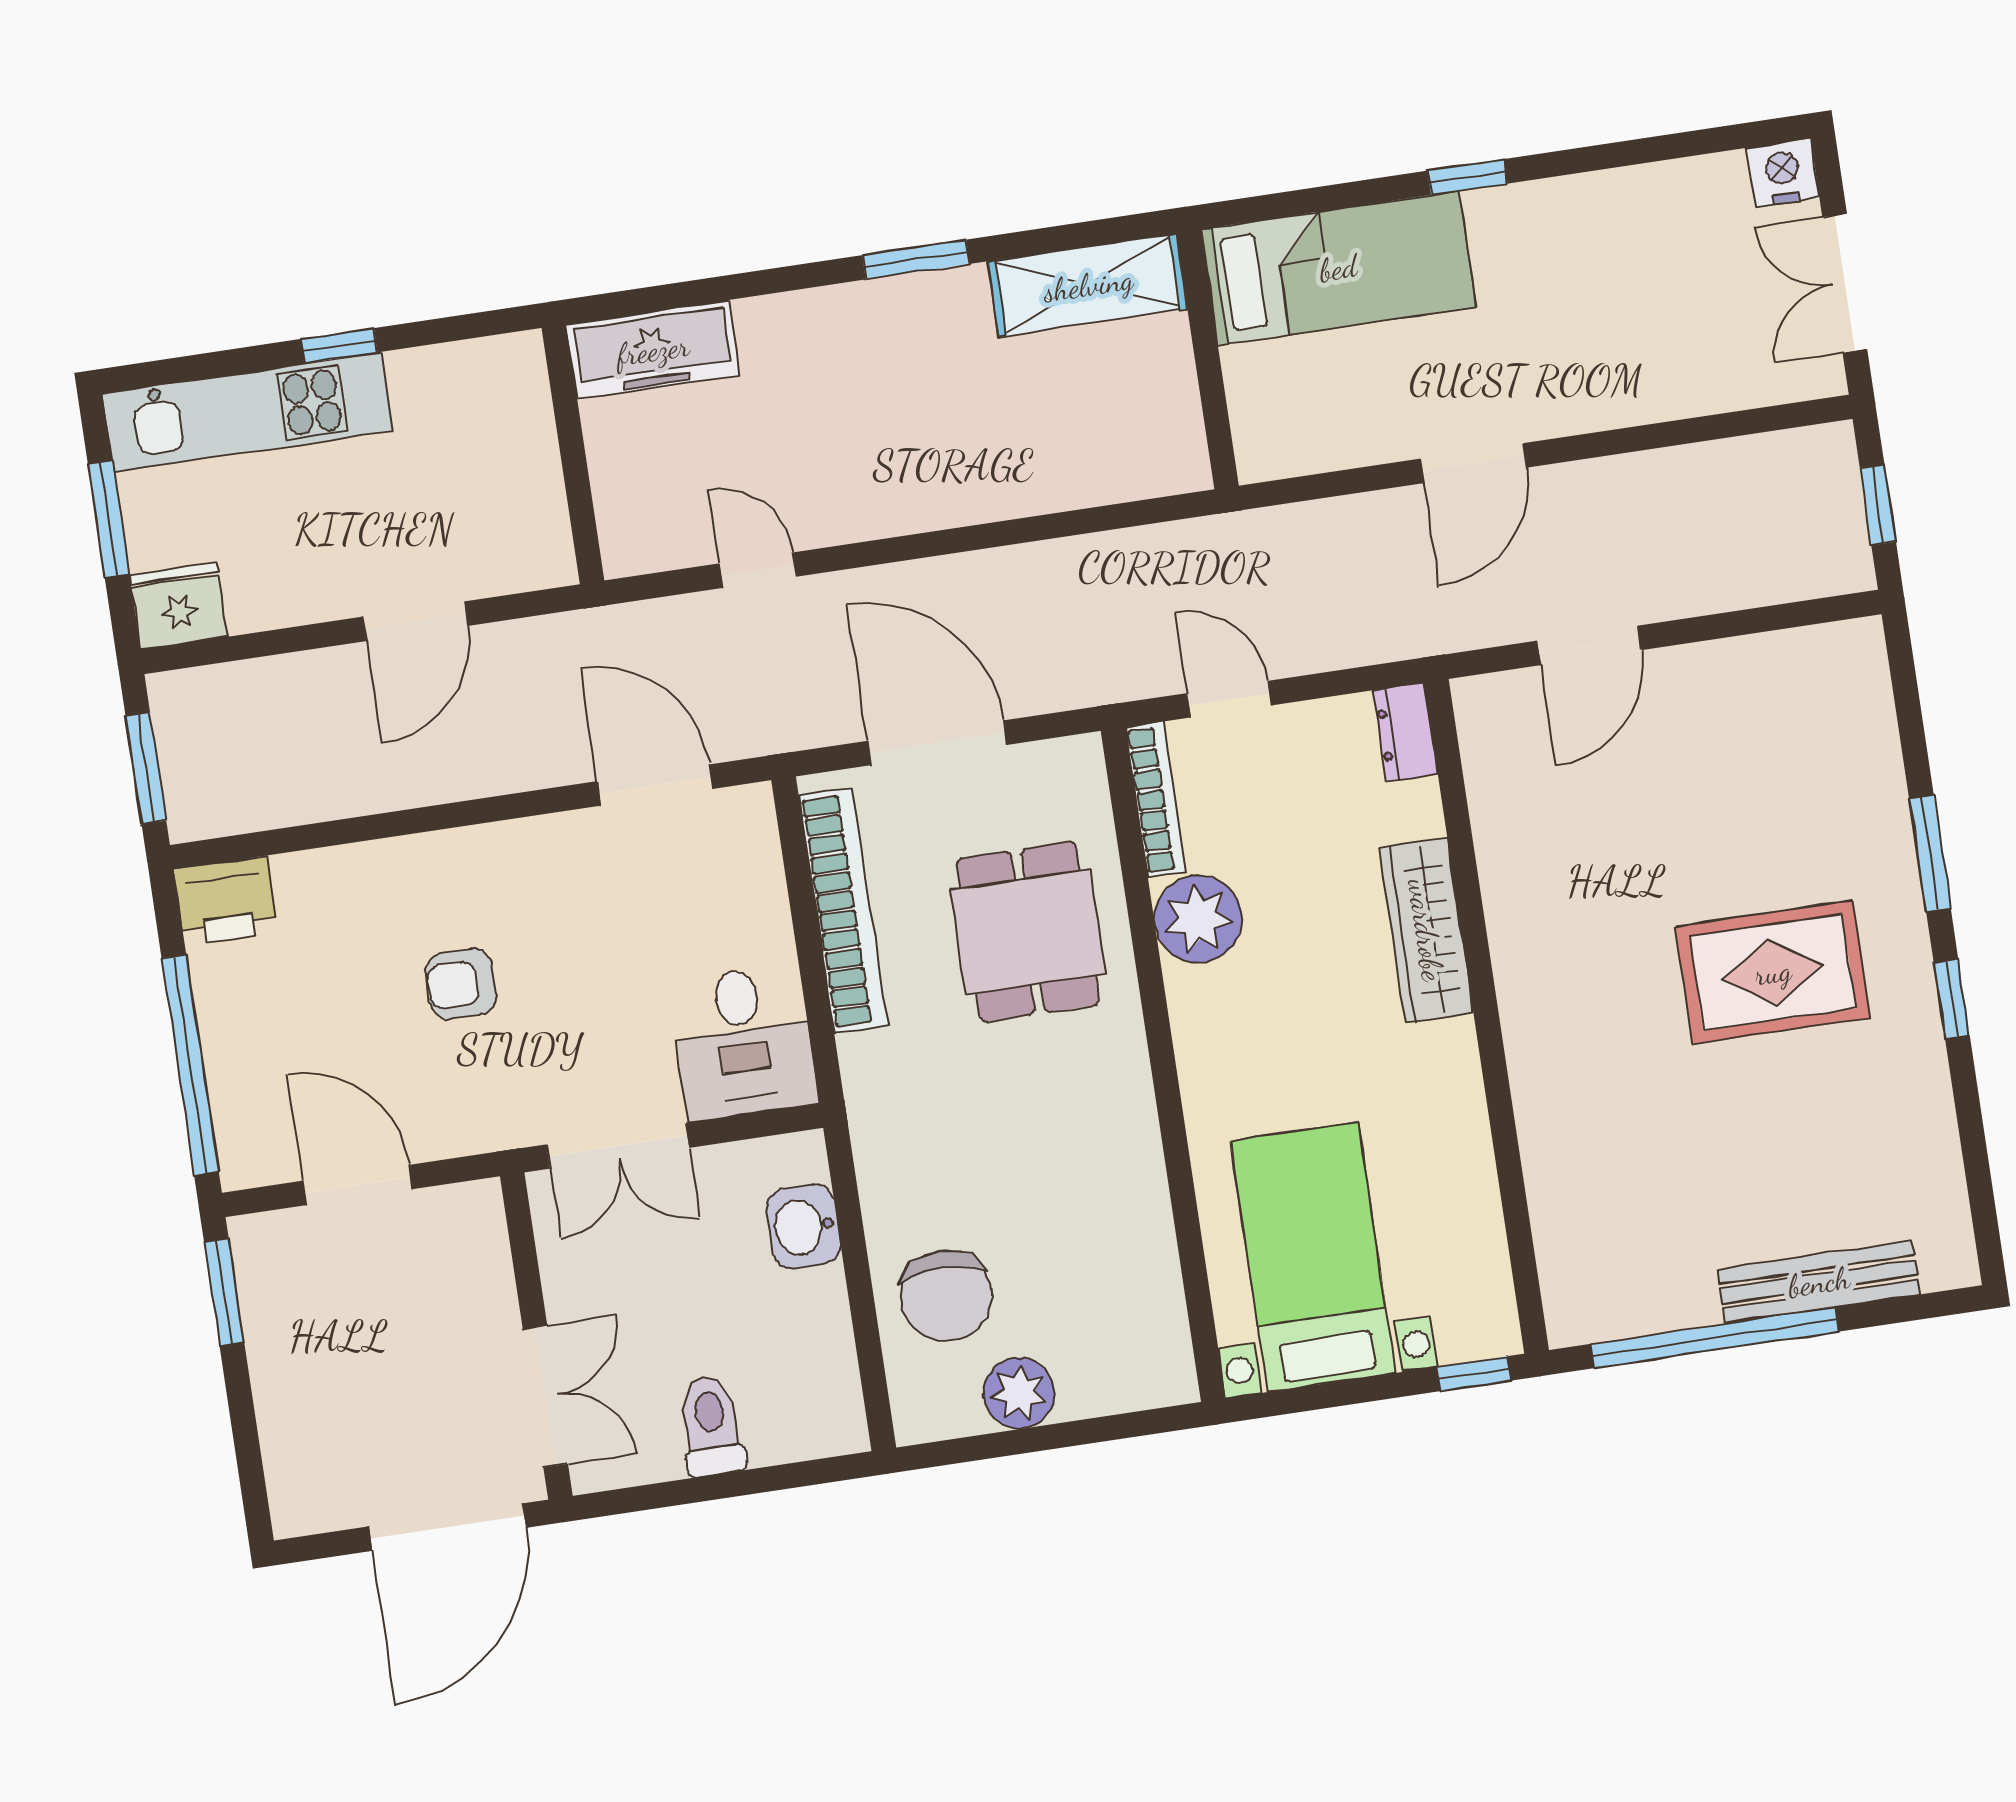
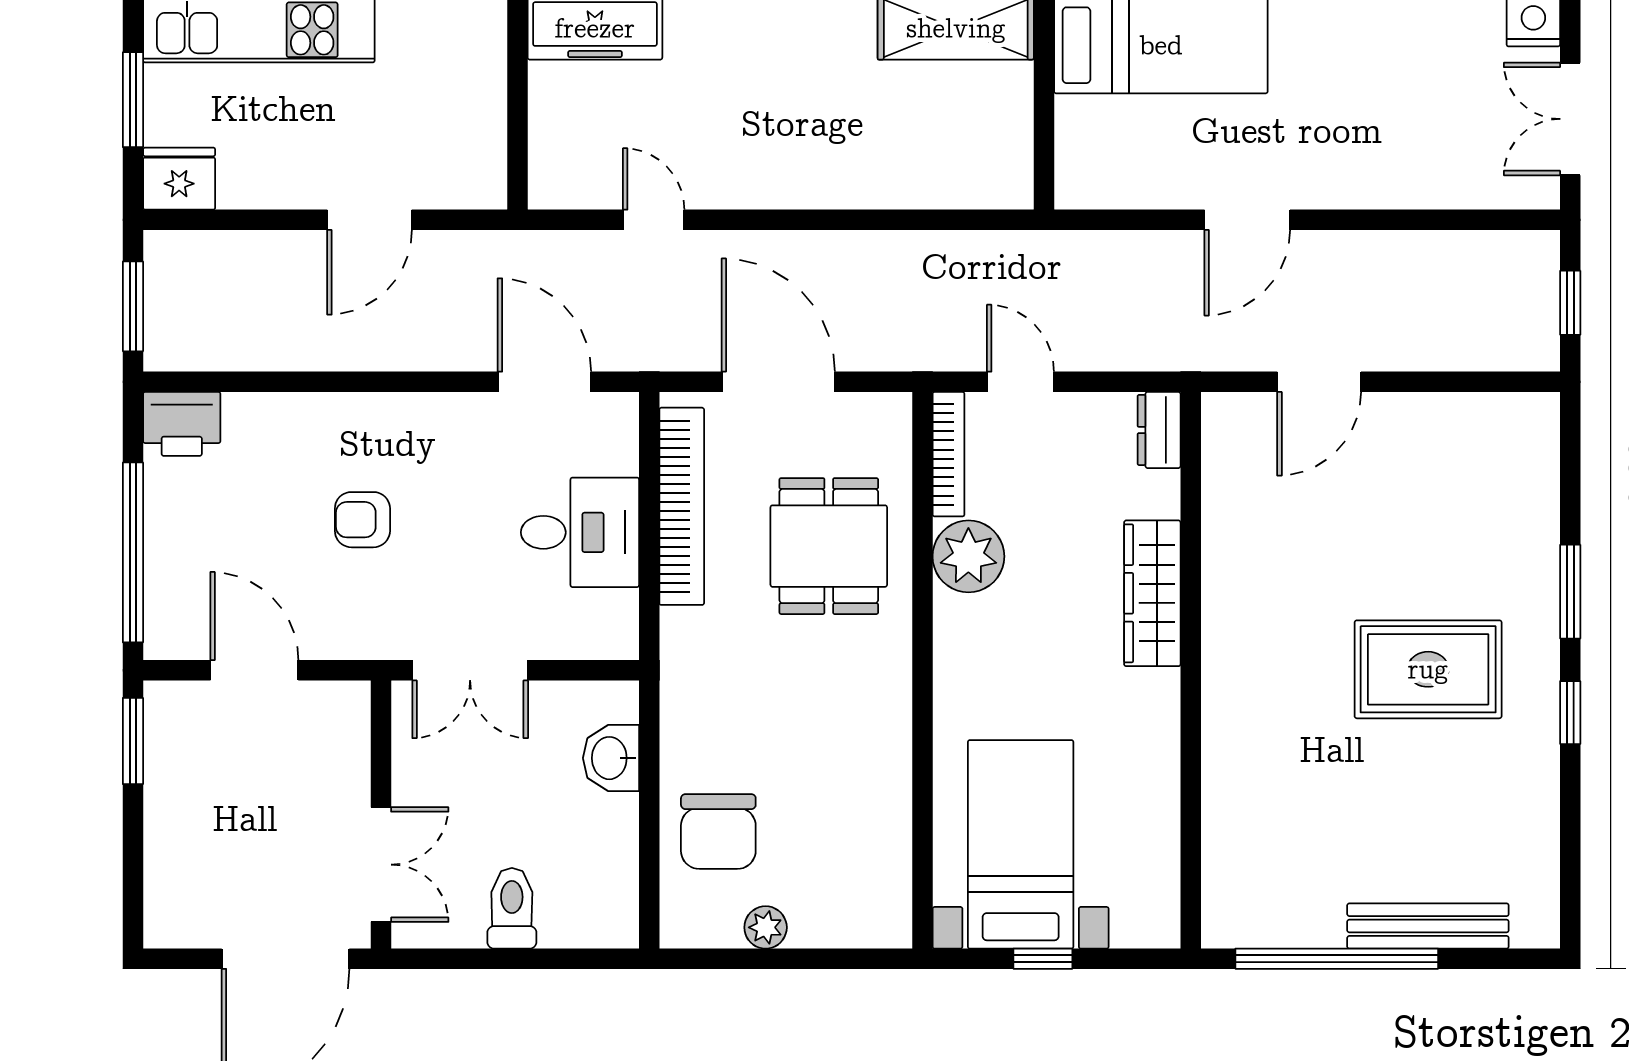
desk: (743, 1042) -> (580, 532), moved, turned -90
window: (1474, 1374) -> (1043, 959), moved
plant: (1019, 1393) -> (766, 927), width x0.73, depth x0.73

